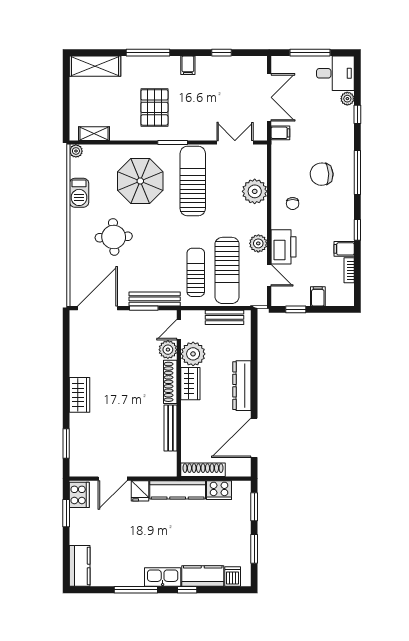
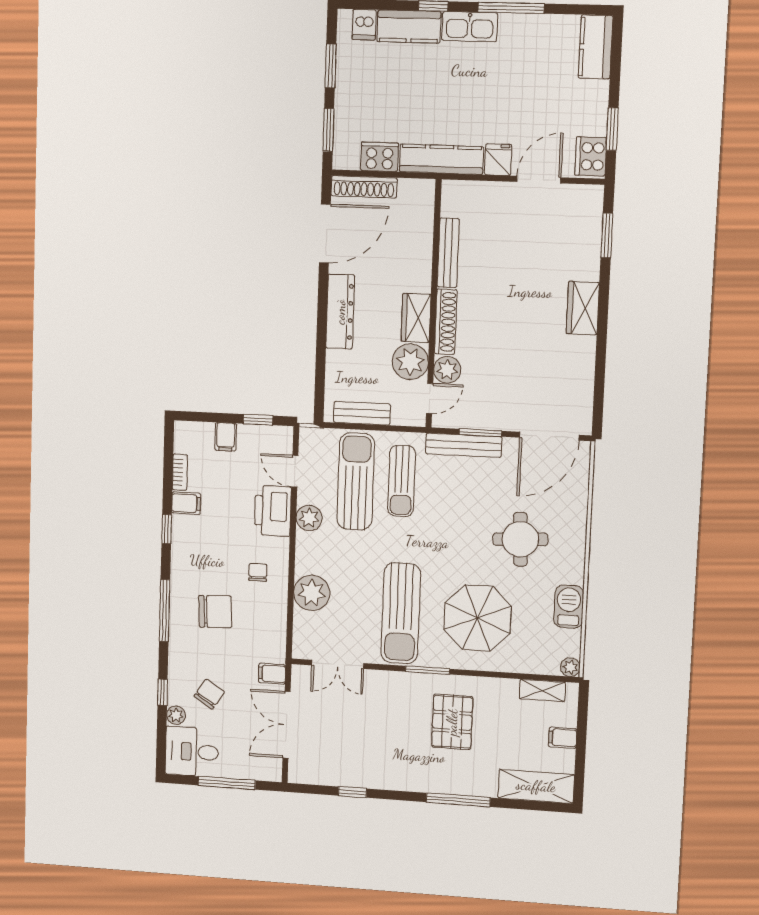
filing cabinet: (188, 65) -> (563, 738), moved, turned -90
chair: (324, 115) -> (209, 694), added
shoe rack: (203, 470) -> (364, 187), moved

